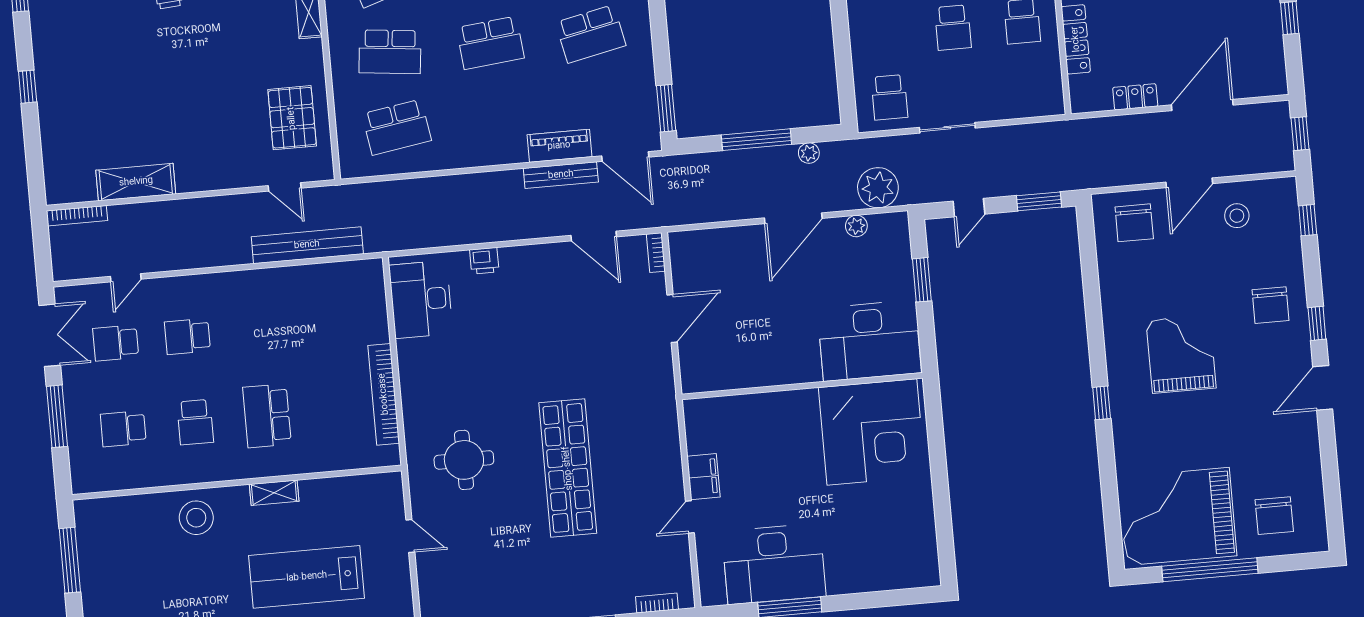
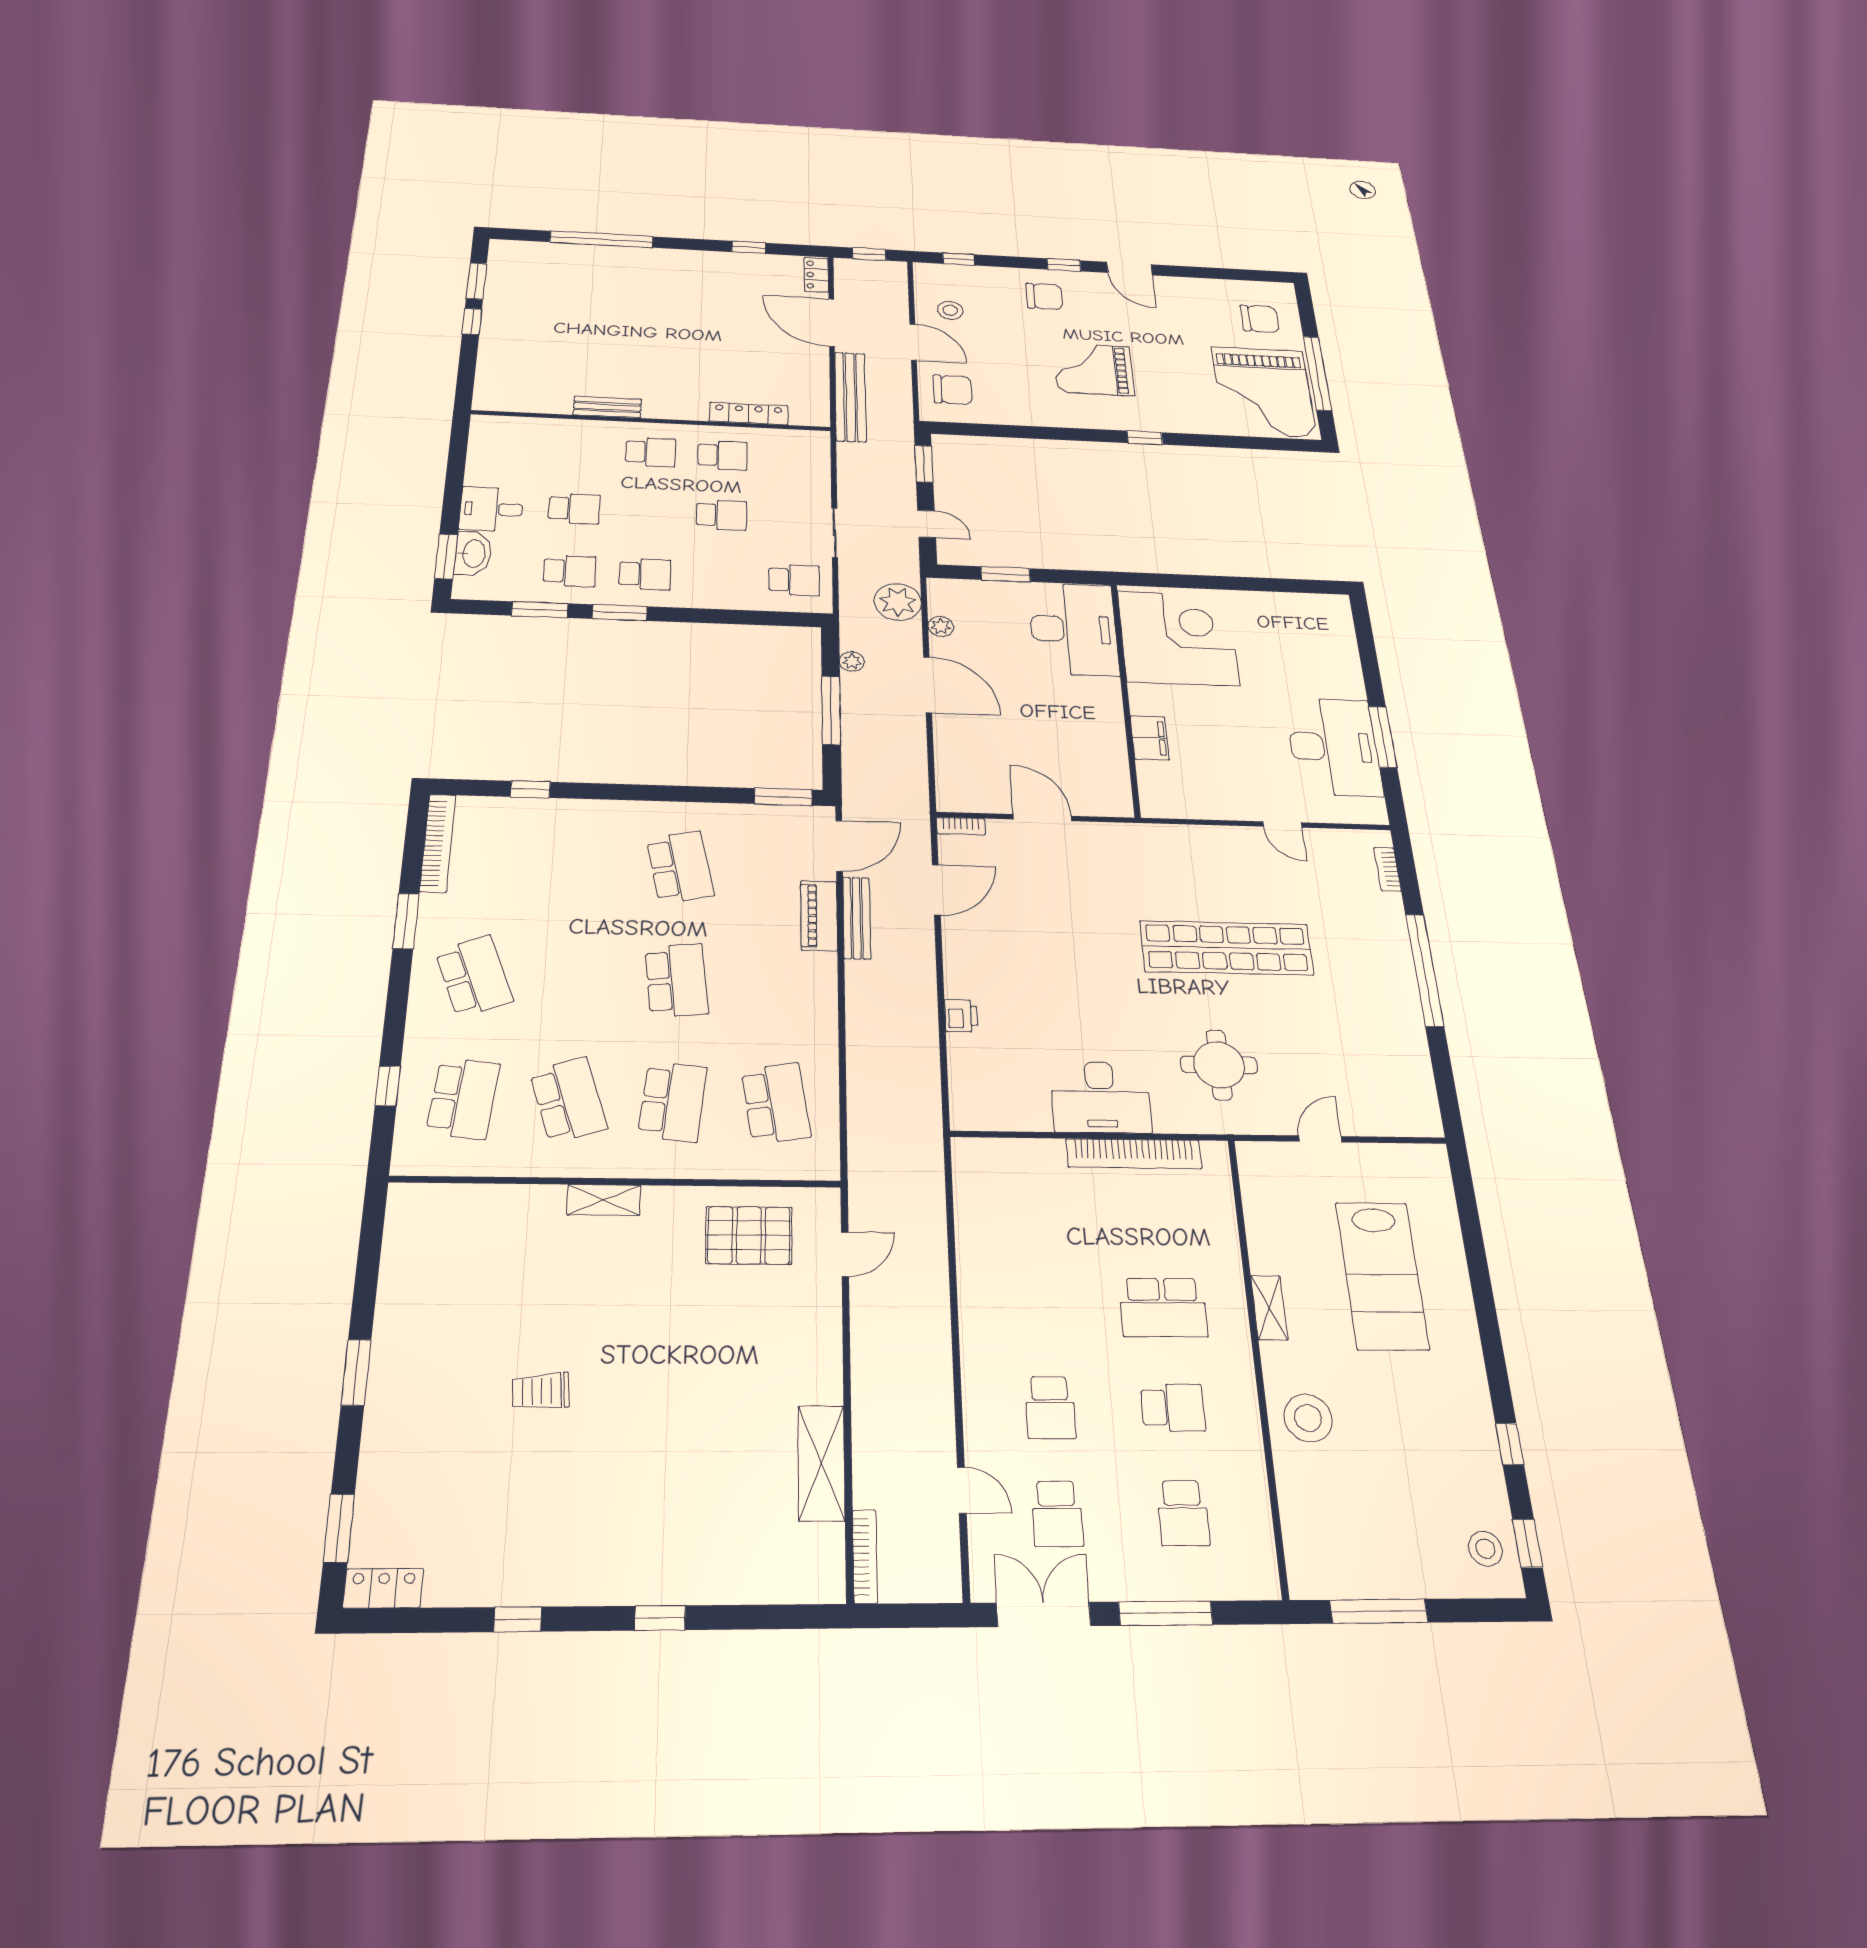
locker: (1135, 97) -> (816, 275), moved
bench: (307, 245) -> (850, 397), moved
desk: (421, 299) -> (1101, 1097), moved
filing cabinet: (704, 477) -> (1150, 738), moved, turned 90

